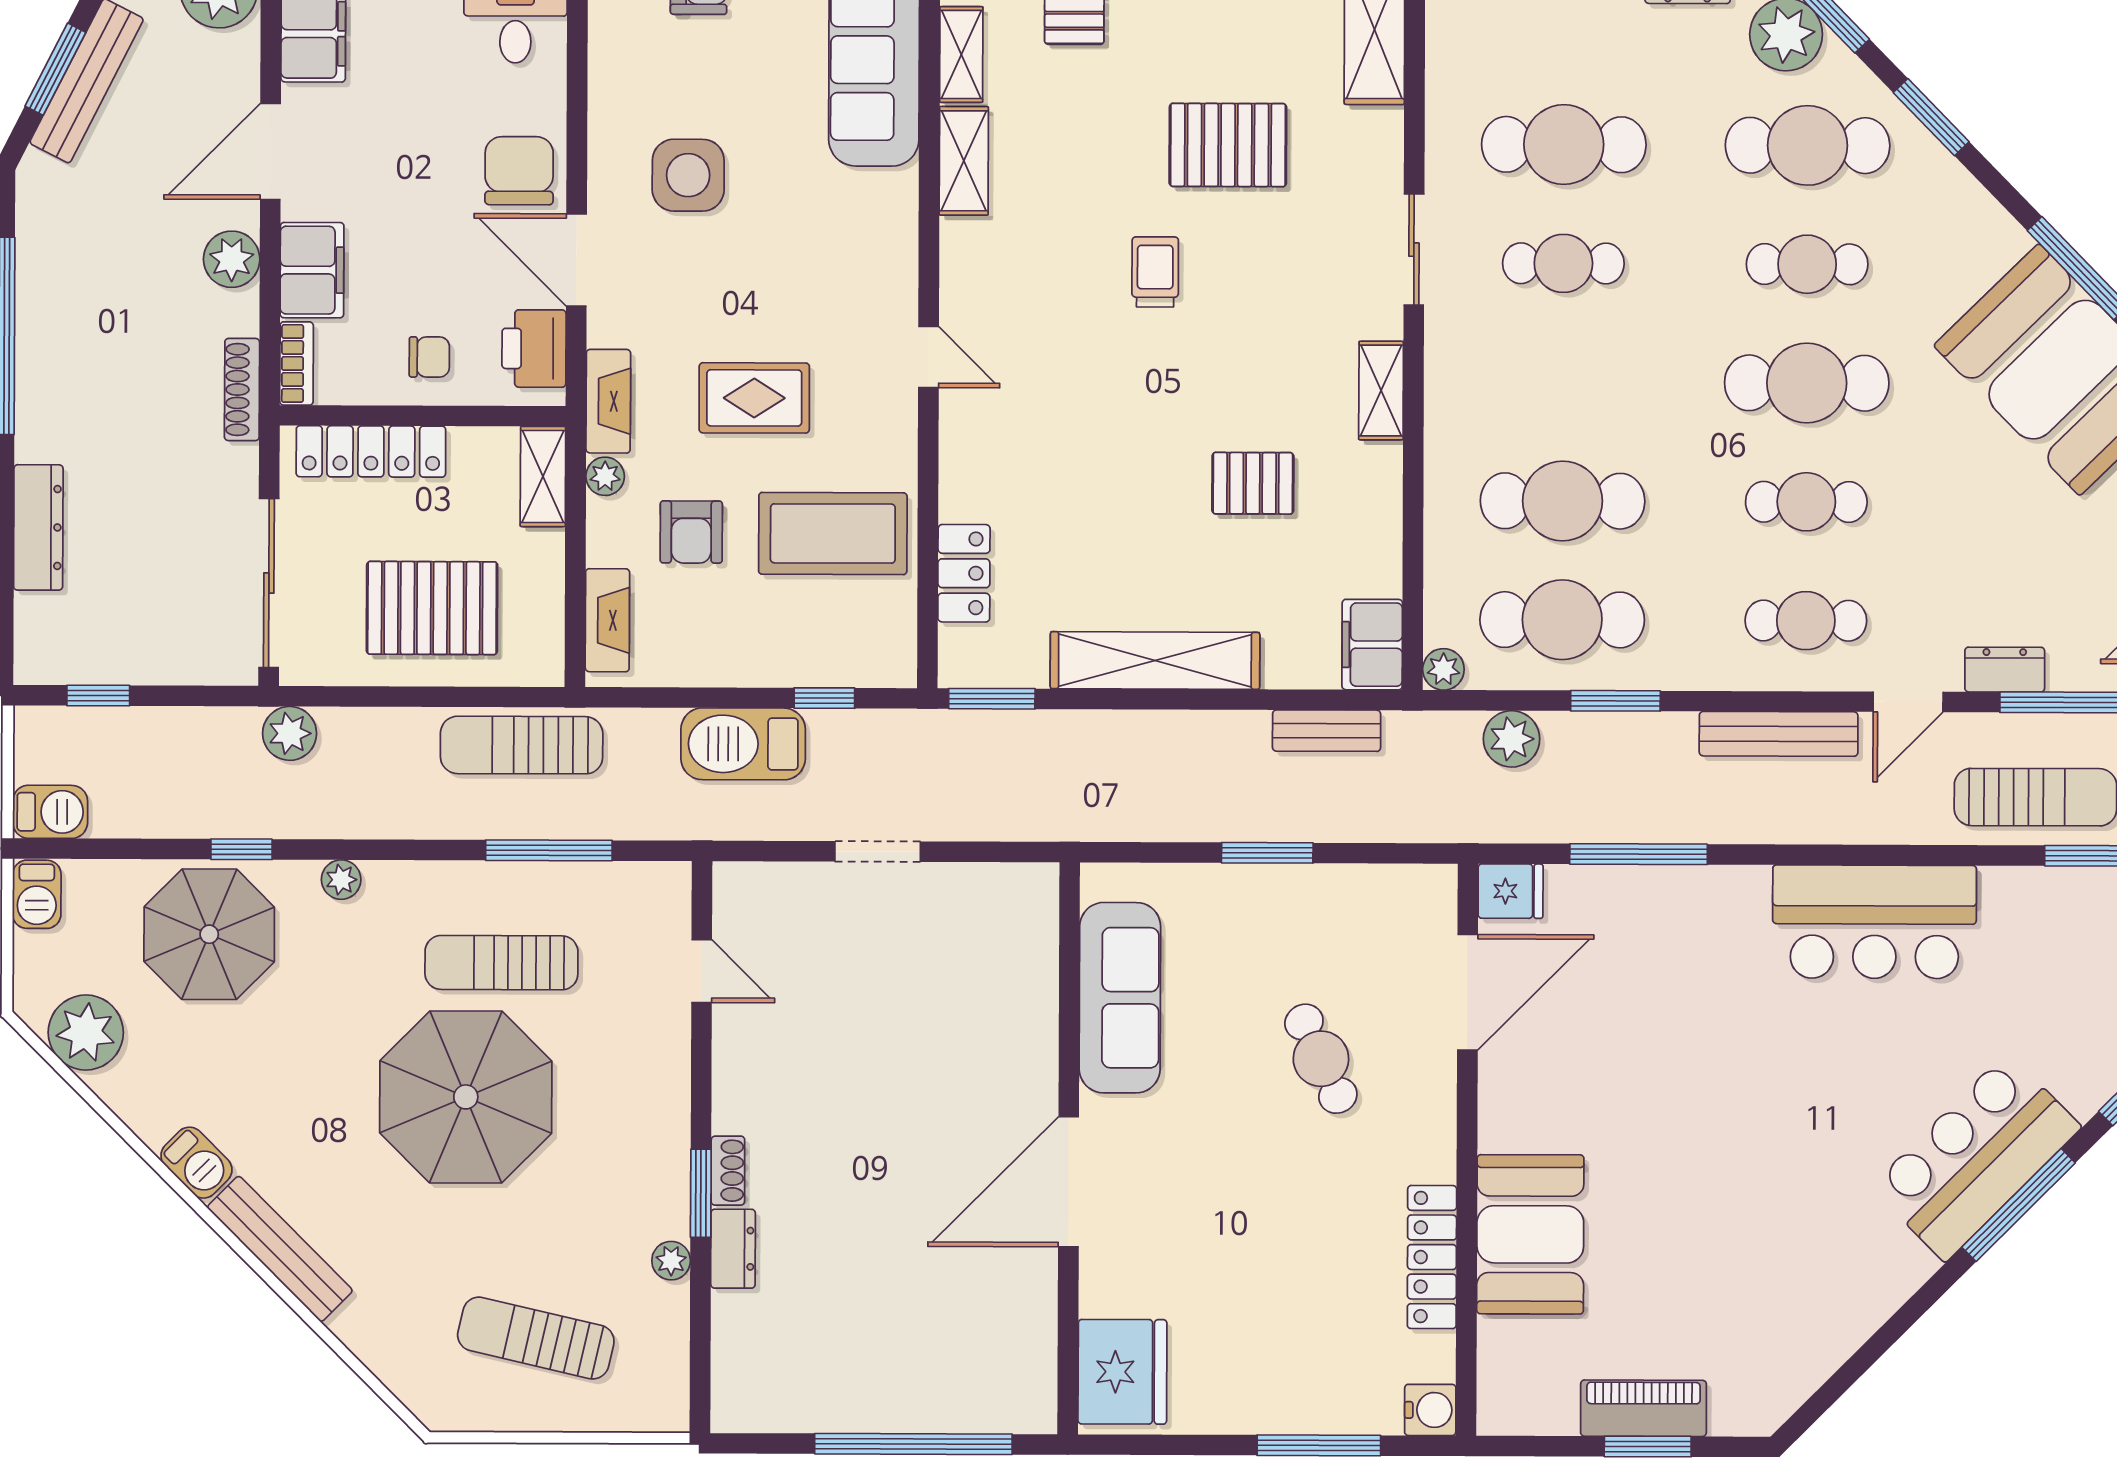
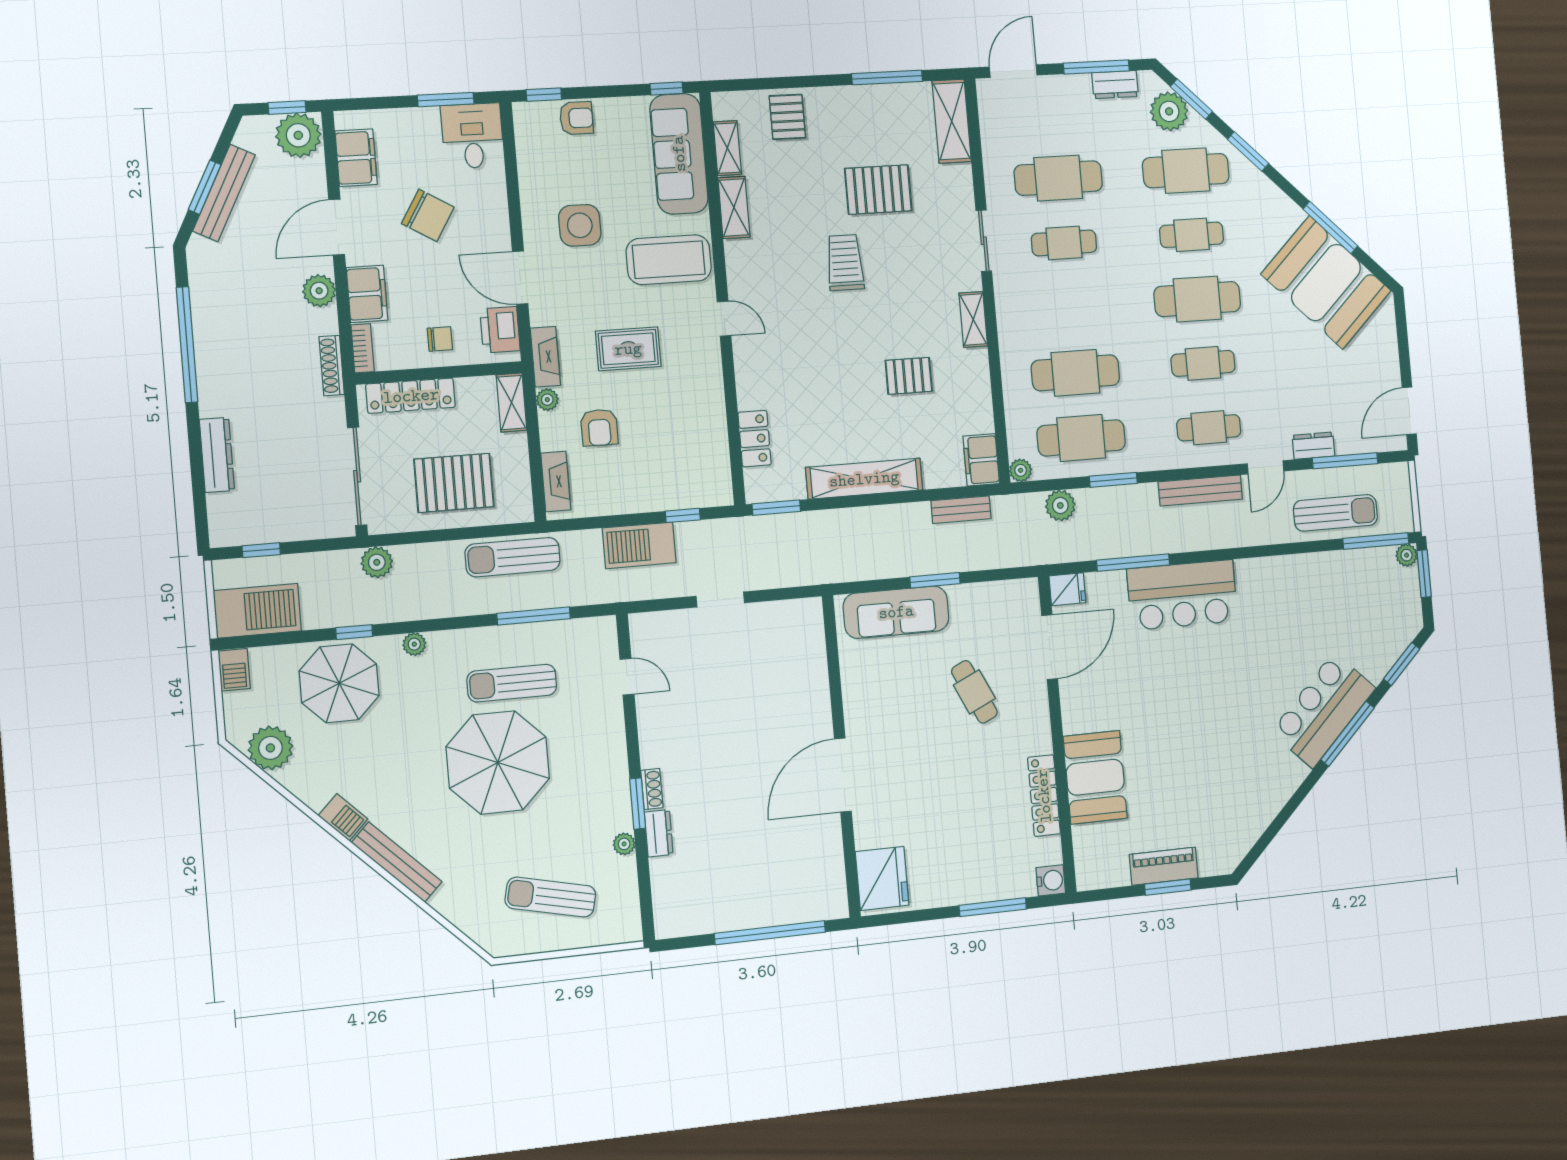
chair: (519, 171) -> (428, 215), moved, turned 121
trolley: (1155, 272) -> (845, 262), width x1.36, depth x1.39
coffee table: (833, 533) -> (669, 260), moved
barbecue: (50, 812) -> (257, 611), width x1.88, depth x1.53
bar counter: (1874, 922) -> (1182, 595), moved
sofa: (1120, 998) -> (896, 612), moved, turned 90

